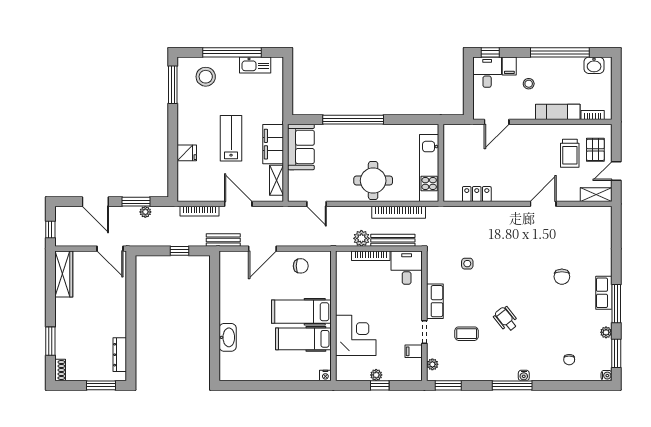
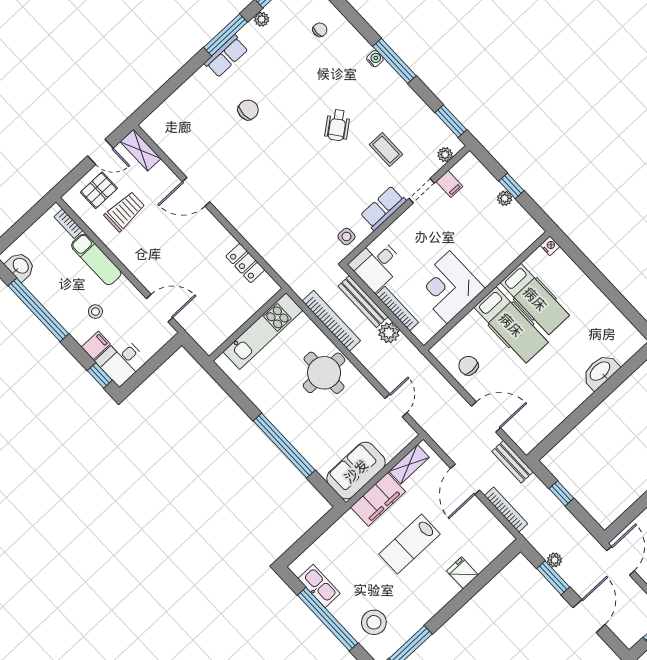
side table: (467, 264) -> (346, 236), moved
corner desk: (356, 335) -> (448, 287), moved

